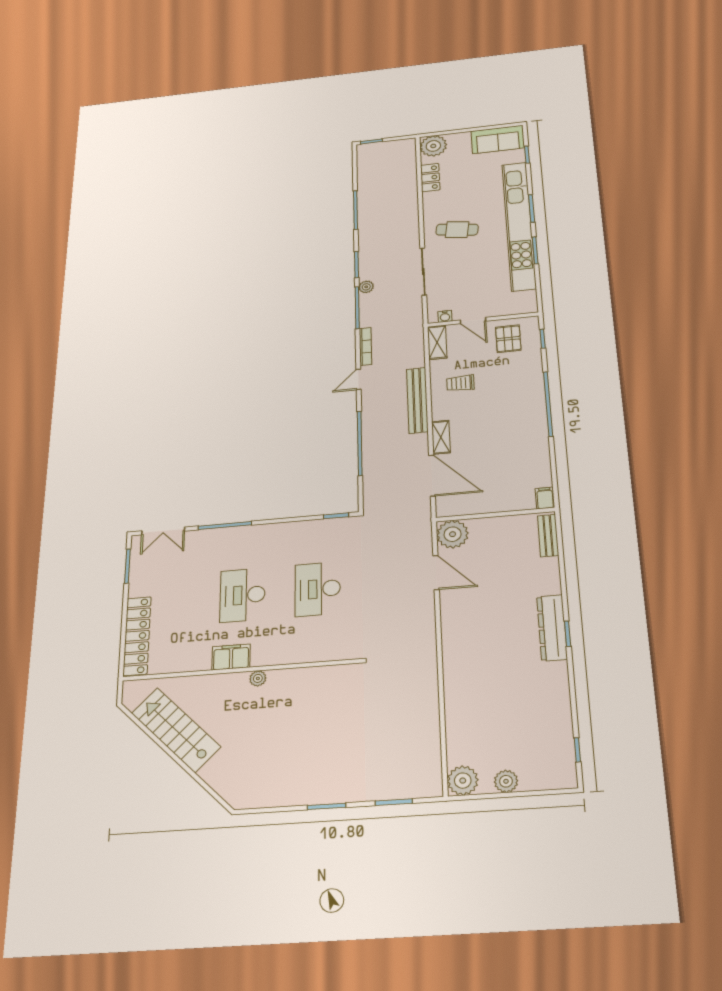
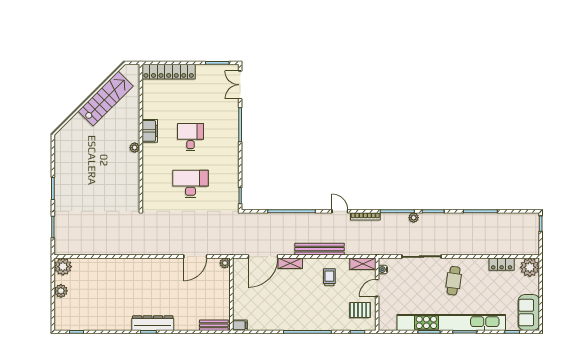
plant: (453, 534) -> (225, 263), width x0.53, depth x0.53
desk: (243, 595) -> (191, 137), width x0.73

